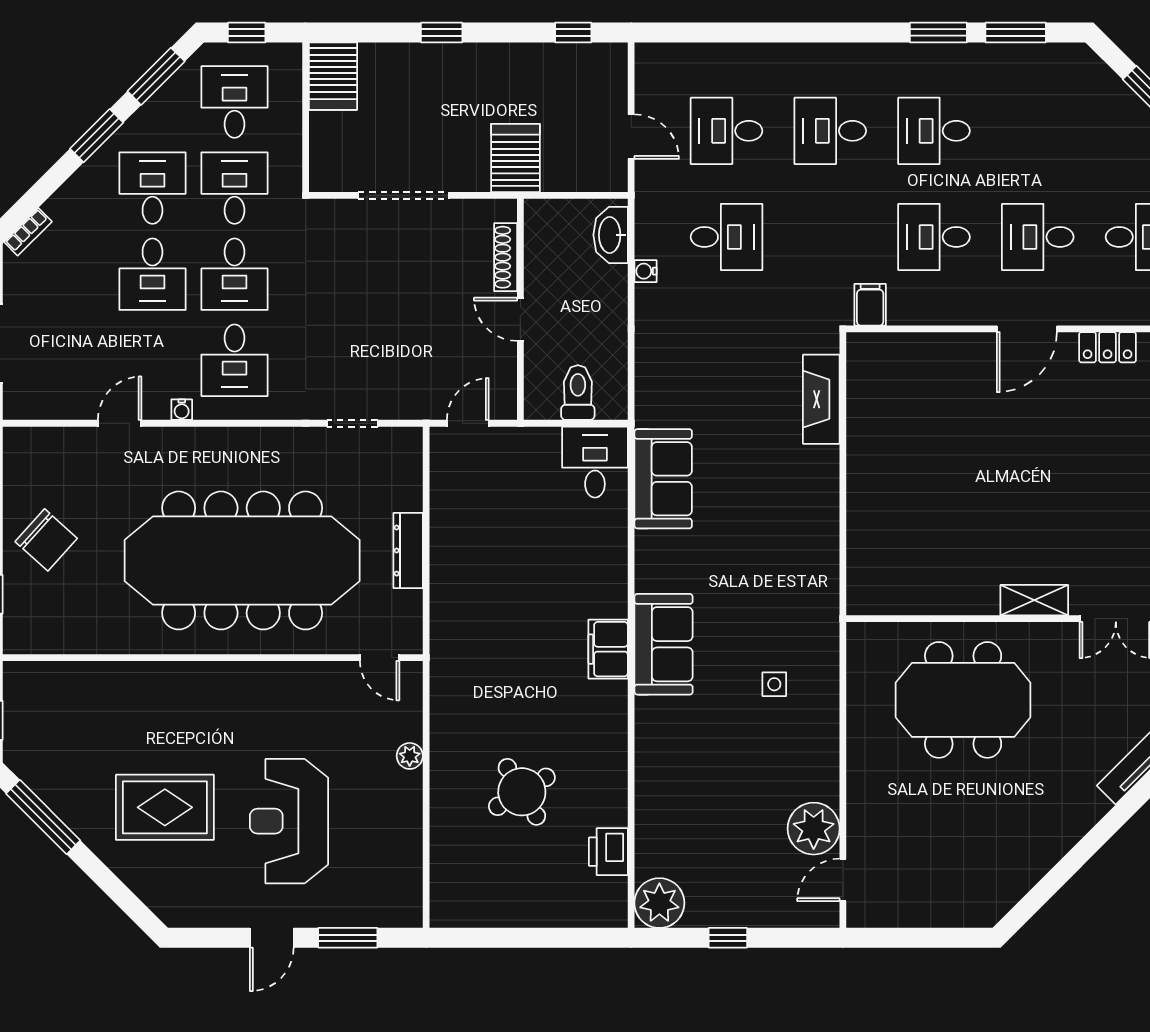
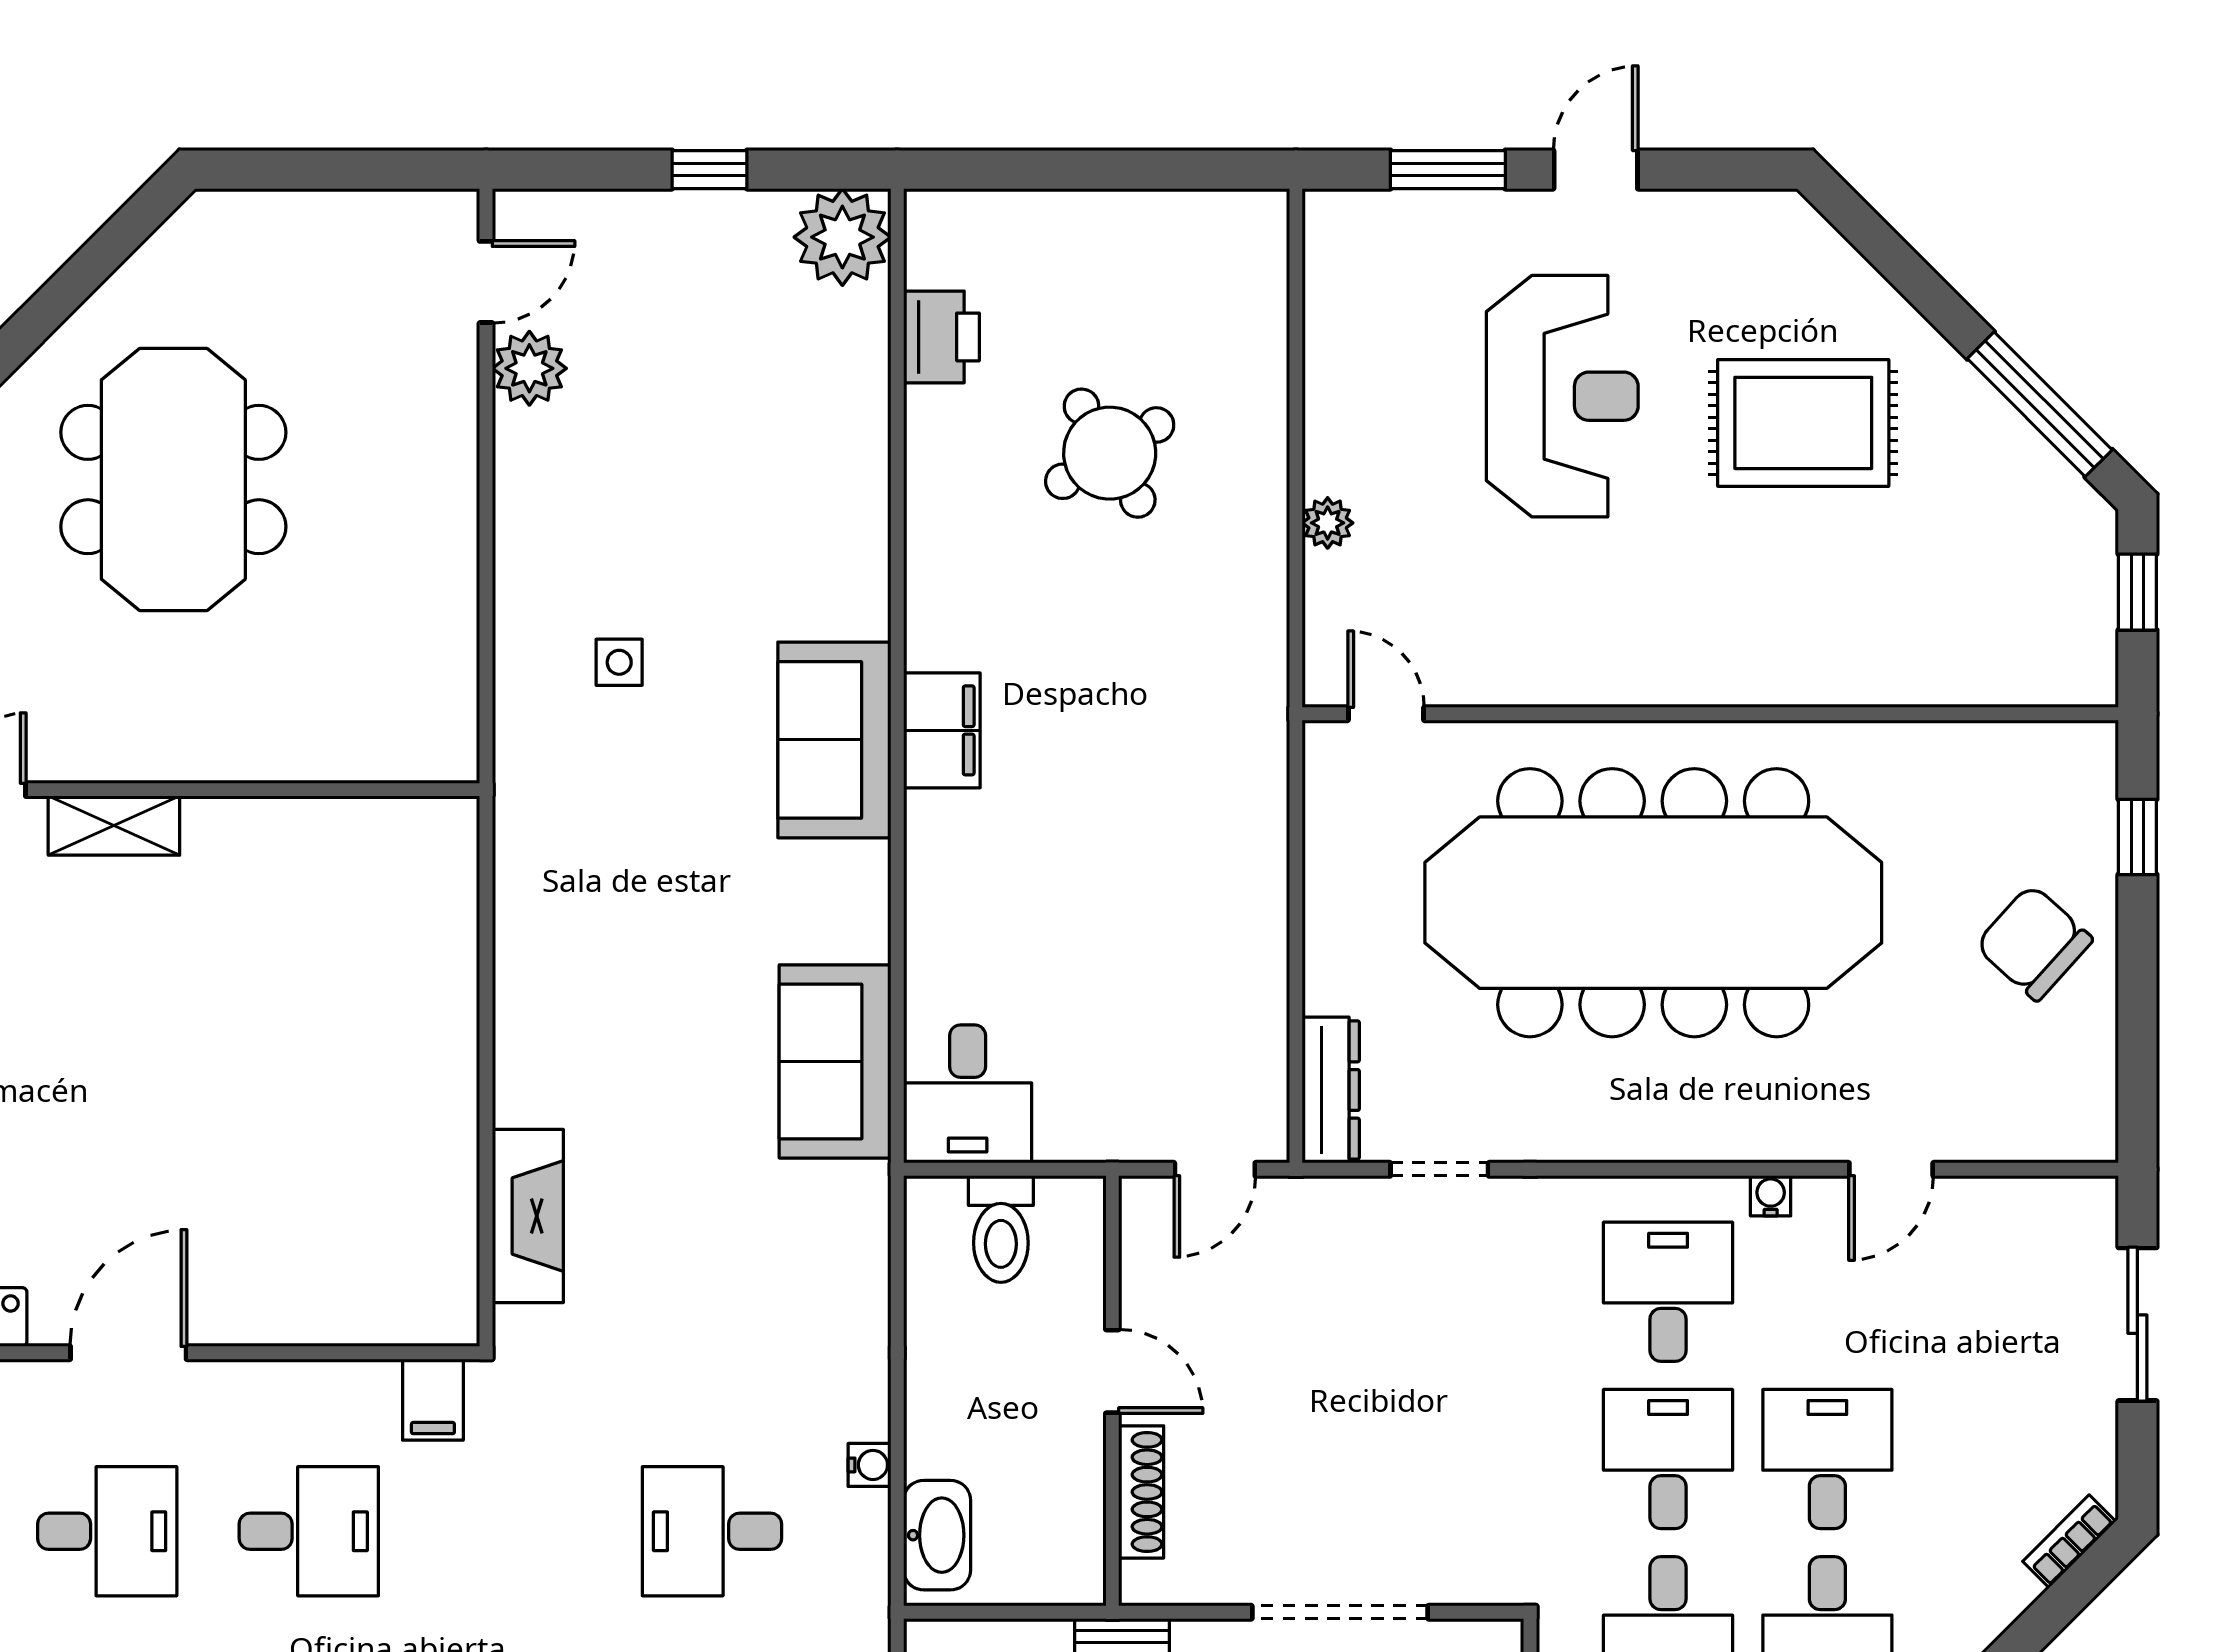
dresser: (408, 551) -> (1331, 1090), moved
meeting table: (963, 700) -> (173, 480), moved, turned 90
plant: (814, 829) -> (529, 368), width x0.73, depth x0.73

